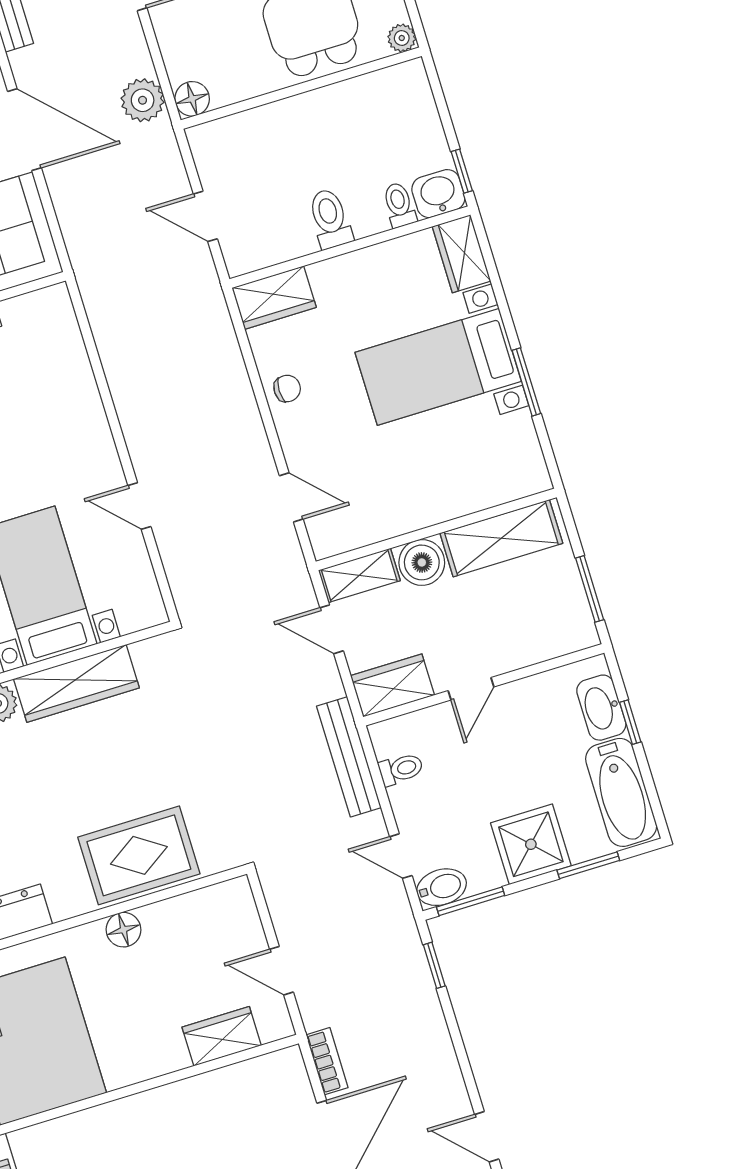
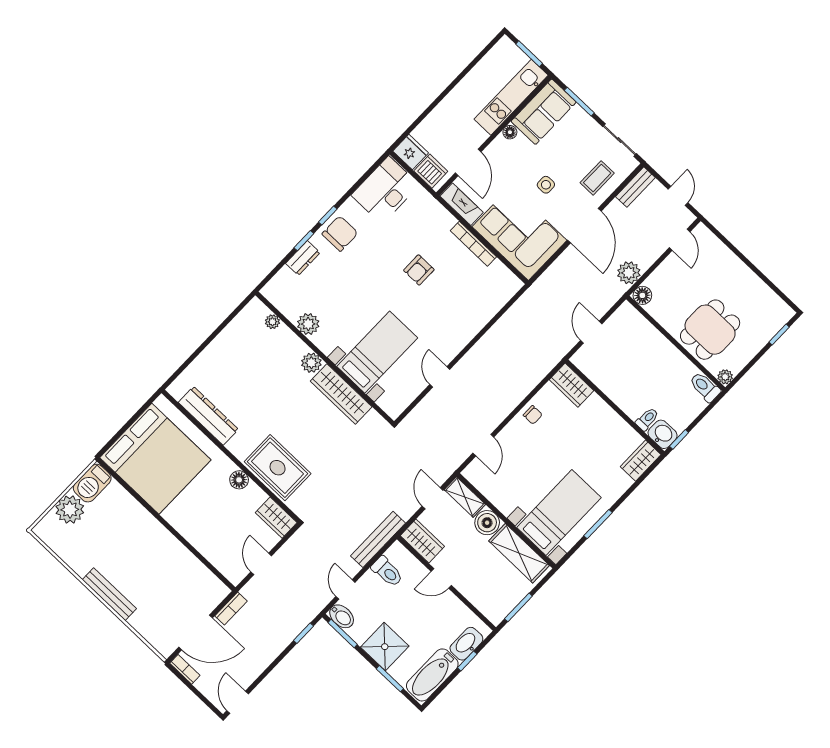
toilet: (330, 219) -> (705, 387), moved, turned -90
bed with nightstands: (438, 367) -> (559, 513), moved, turned 90
toilet: (401, 769) -> (387, 572), width x1.37, depth x1.39
wardrobe: (222, 1036) -> (276, 518), moved, turned 180

